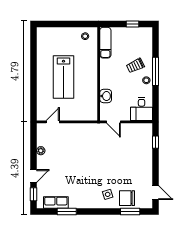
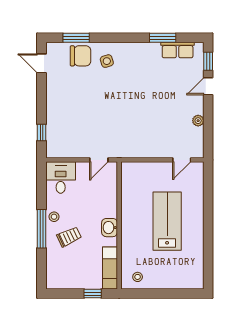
window: (133, 24) -> (93, 294), moved
washbasin: (106, 96) -> (110, 228), moved
door: (114, 122) -> (99, 160), swing flipped

